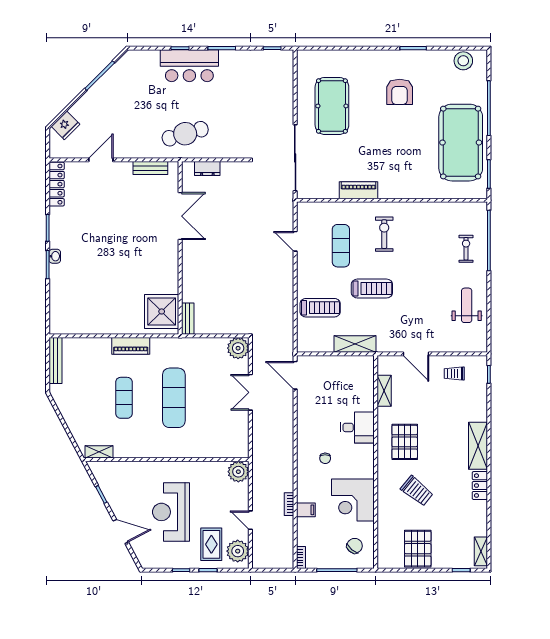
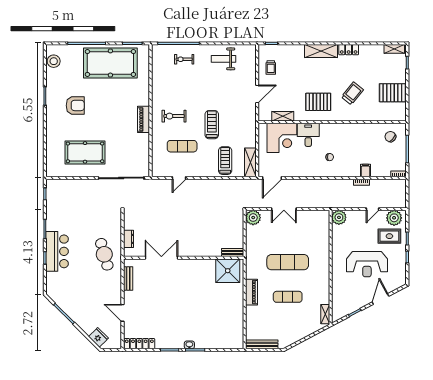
piano: (358, 190) -> (144, 119), moved
shelving: (355, 344) -> (250, 162), moved
corner desk: (353, 500) -> (282, 138), moved

